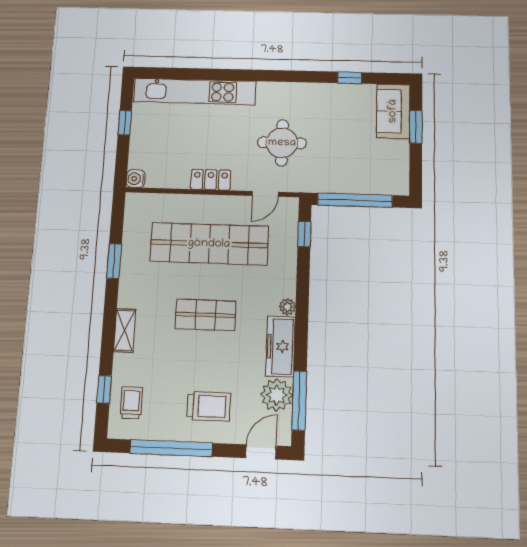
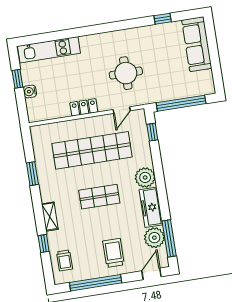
kitchen unit: (195, 91) -> (49, 50), width x0.73
sofa: (393, 111) -> (197, 44), width x1.36
window: (416, 127) -> (212, 45), removed
water cooler: (136, 179) -> (30, 91), moved
plant: (287, 307) -> (145, 177), width x1.88, depth x1.88
window: (104, 389) -> (44, 243), moved
trolley: (131, 403) -> (65, 260), turned 180
trolley: (209, 406) -> (114, 253), turned -90

